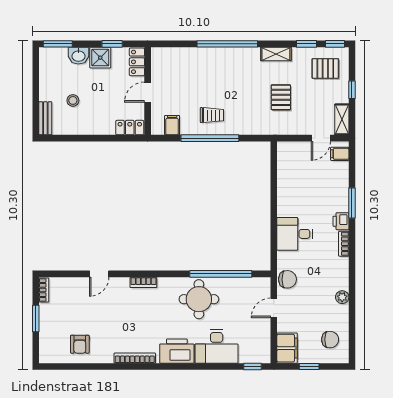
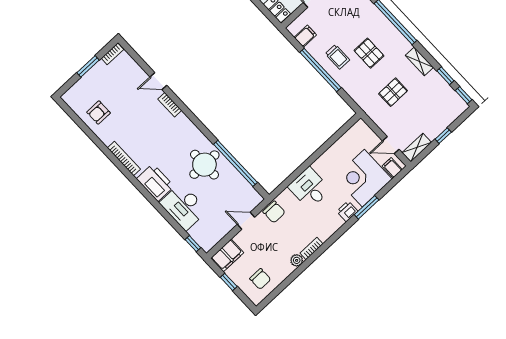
pallet: (325, 68) -> (369, 53), moved
corner desk: (327, 184) -> (363, 178), added
bookcase: (344, 244) -> (311, 248), moved
bookcase: (143, 282) -> (170, 105), moved

